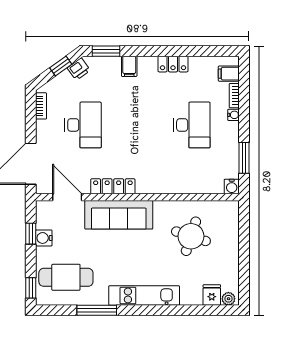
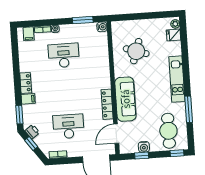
locker: (173, 64) -> (26, 83), moved

